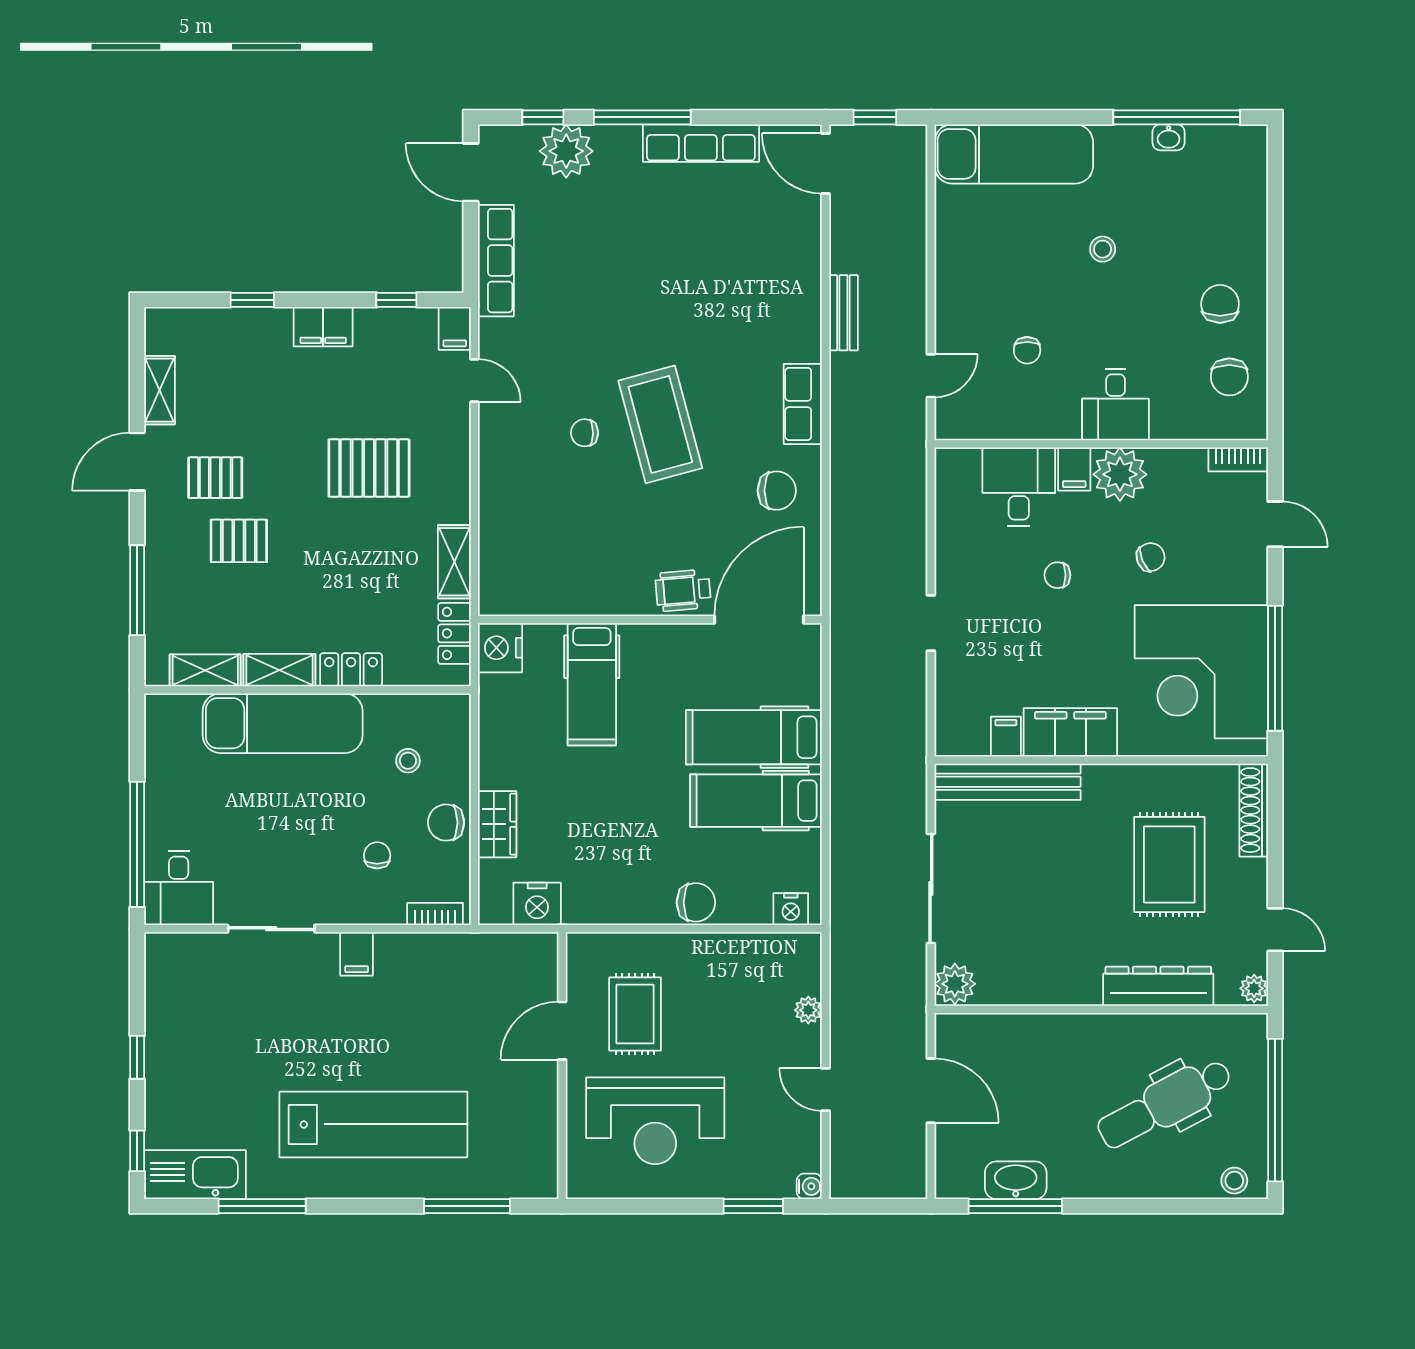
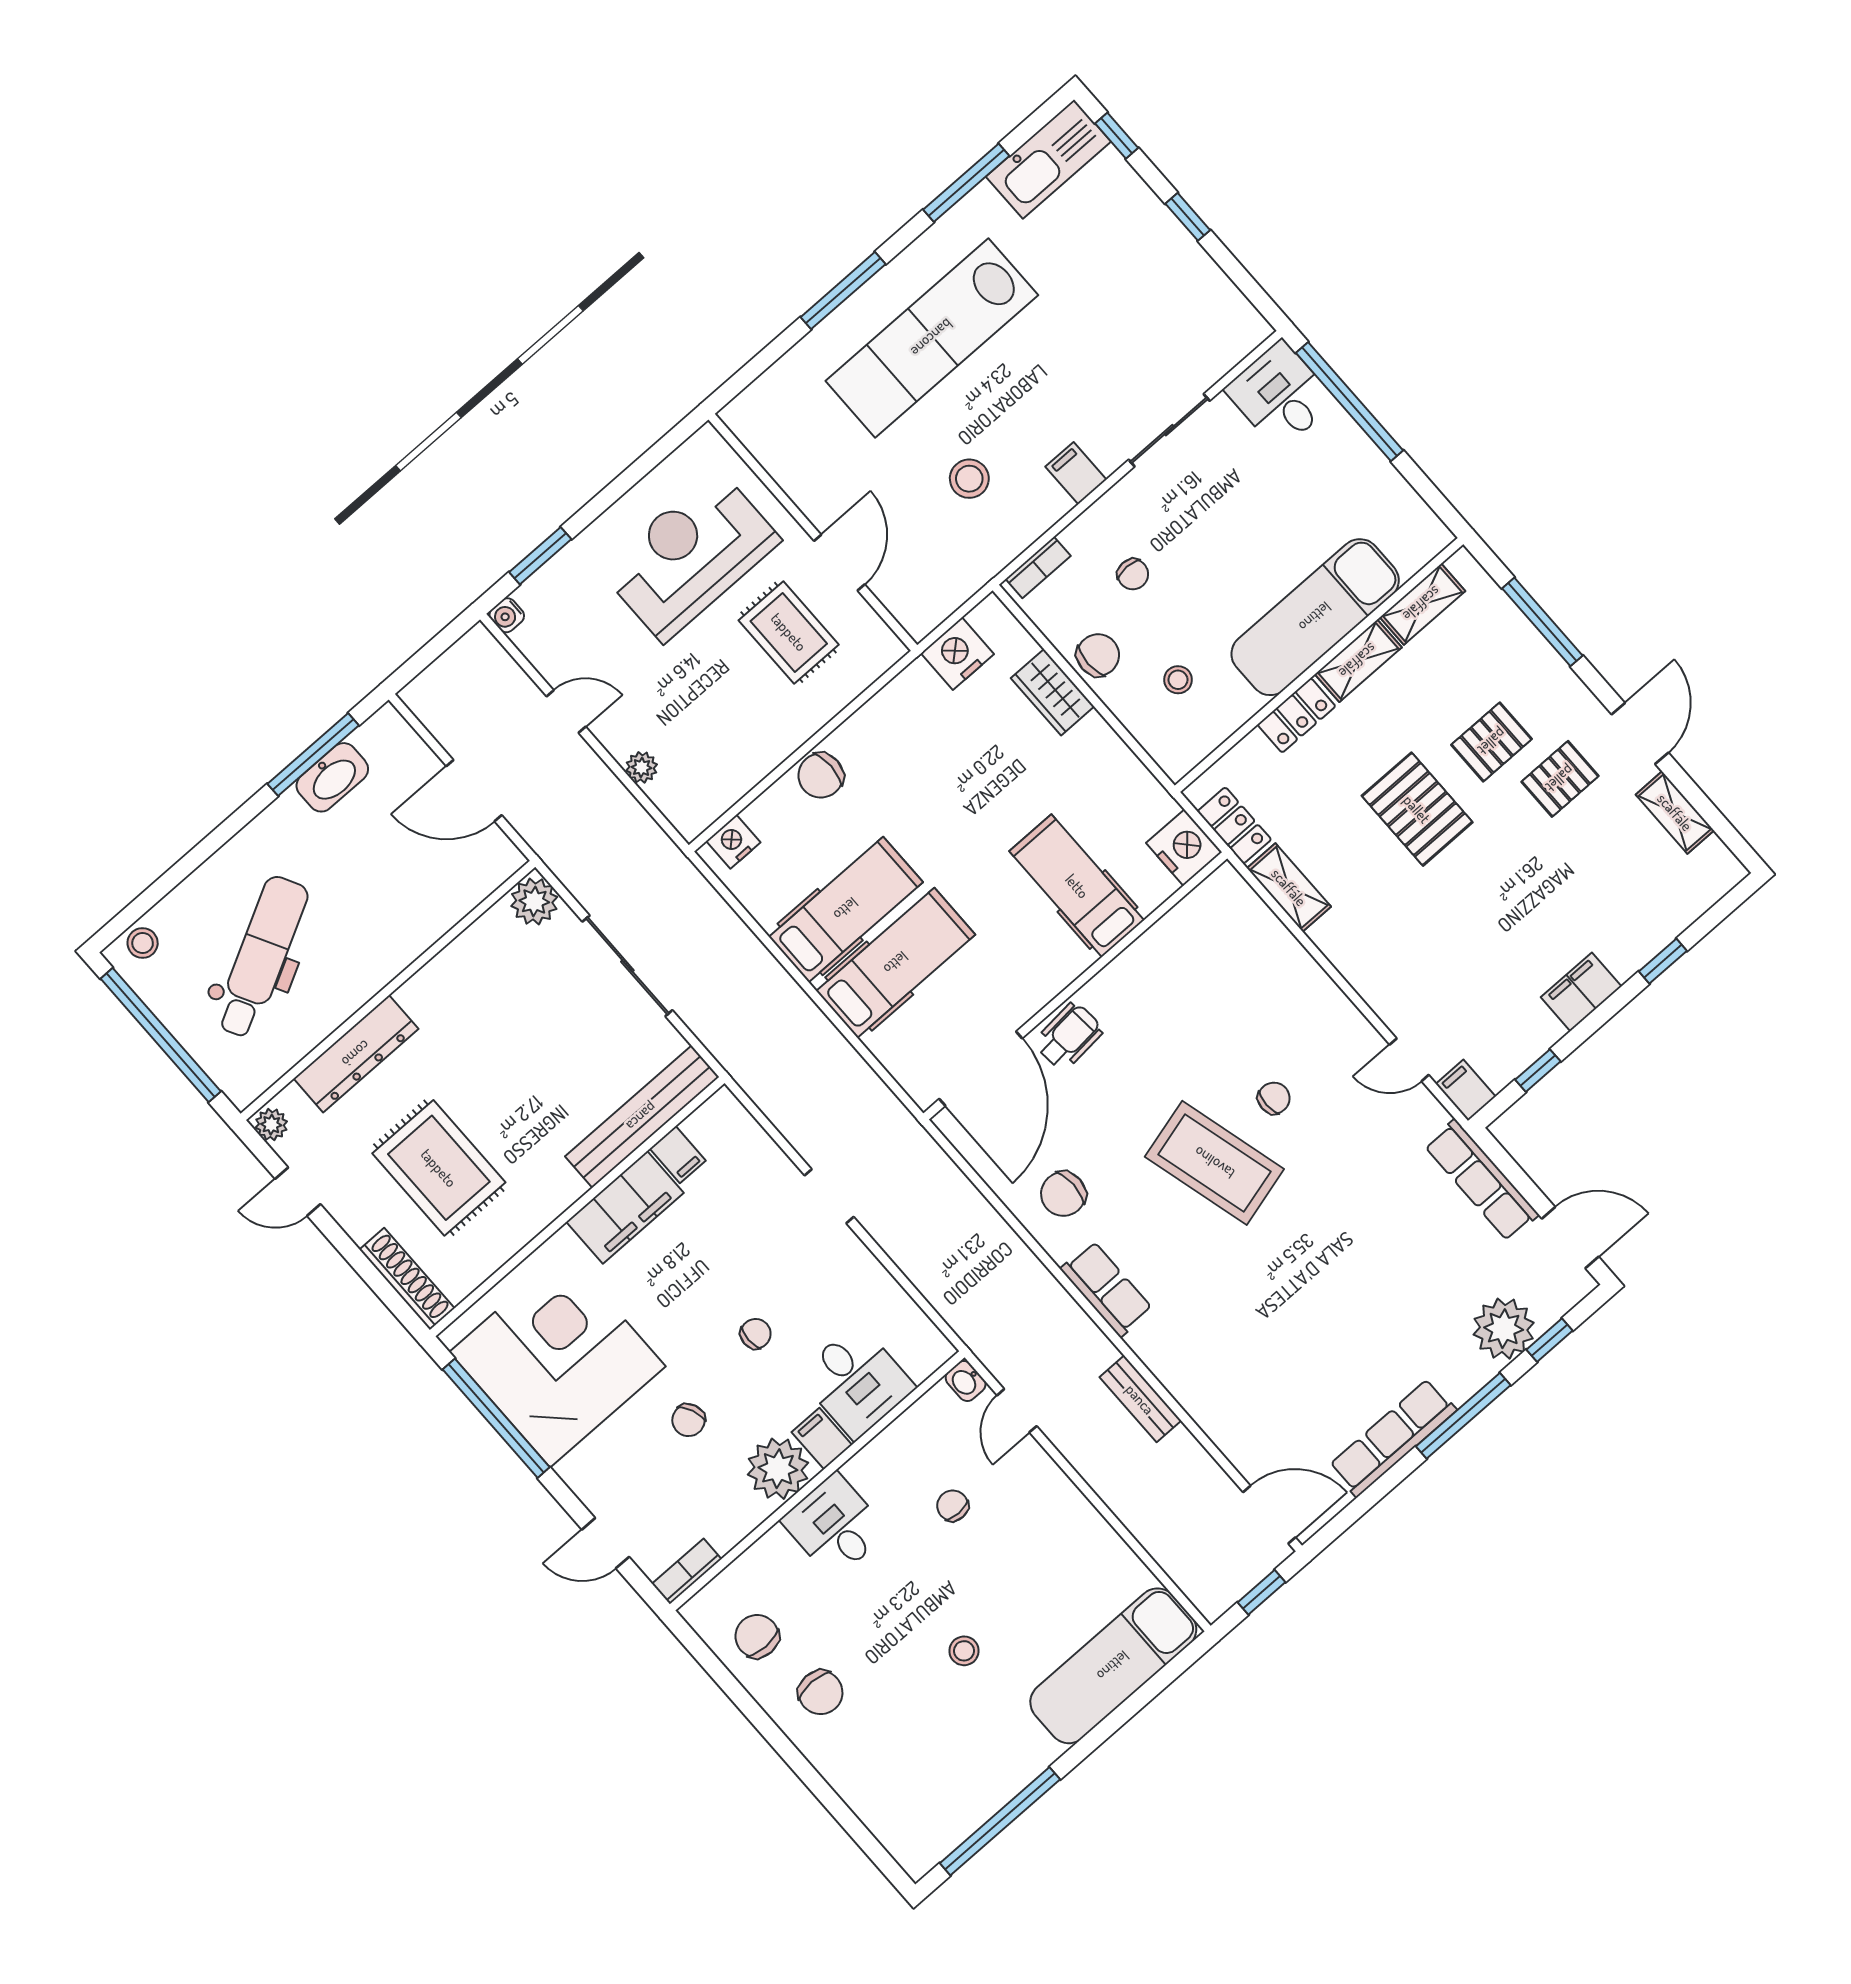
washbasin: (1169, 137) -> (966, 1381), moved, turned -90
pallet: (369, 468) -> (1417, 809), moved, turned 90
stool: (429, 1011) -> (969, 479), added
window: (467, 1206) -> (843, 291), moved

